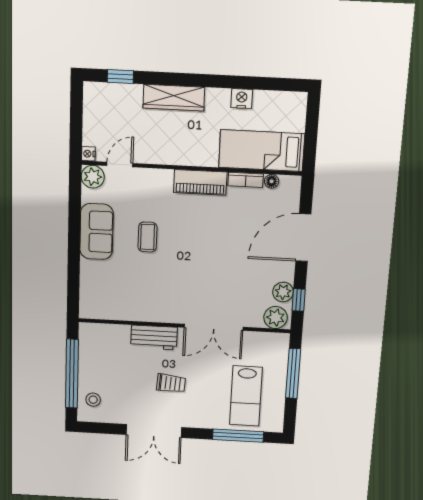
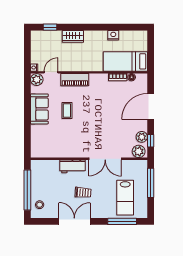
wardrobe: (174, 98) -> (73, 36), width x0.67
piano: (200, 182) -> (75, 80), moved
double door: (154, 431) -> (74, 221), swing flipped

